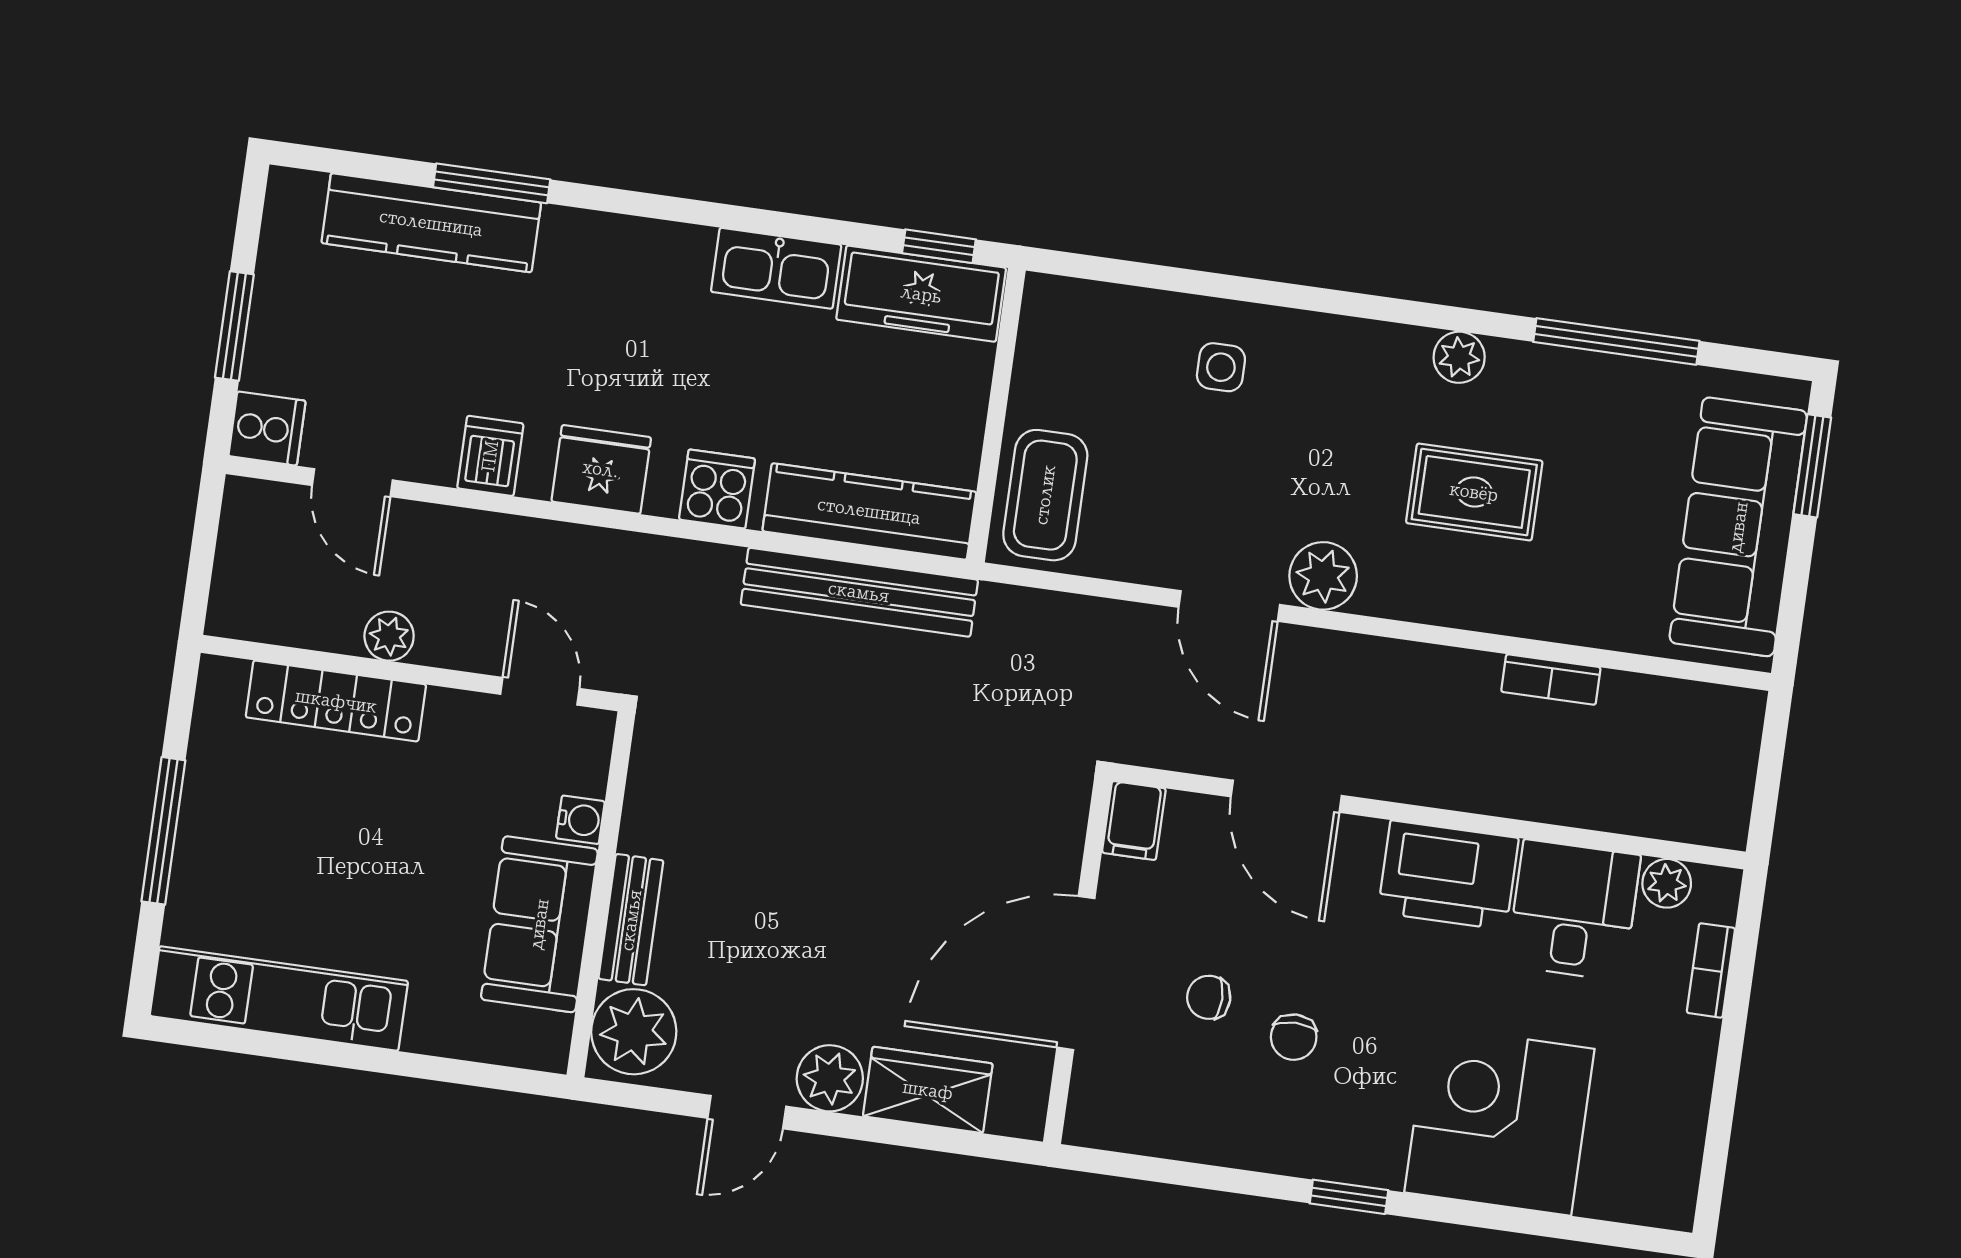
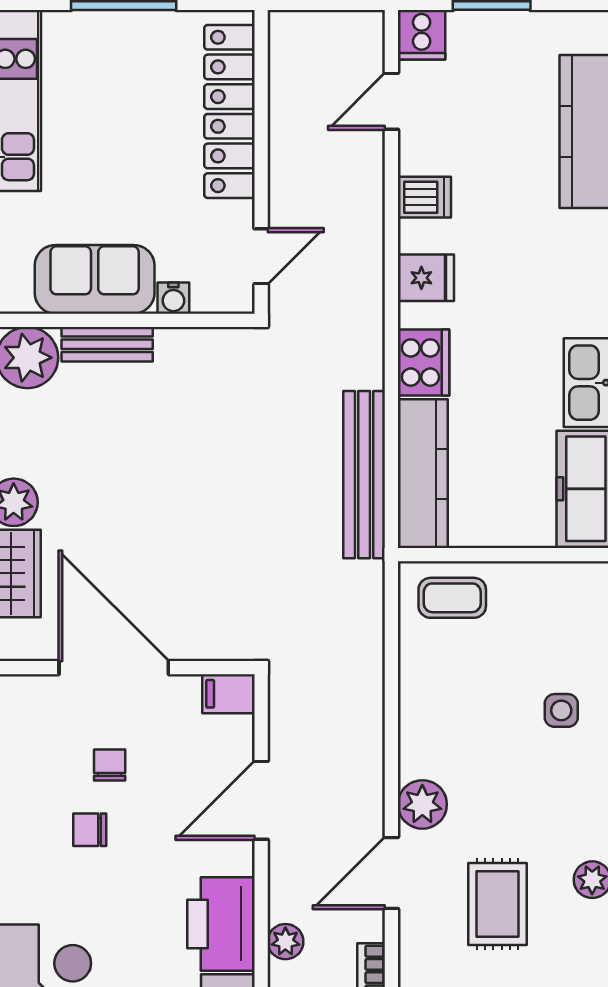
fridge: (601, 469) -> (426, 278), width x0.72
cooker: (717, 489) -> (424, 363), width x1.36
coffee table: (1045, 495) -> (452, 598), width x0.73, depth x0.77
door: (1229, 606) -> (391, 873), moved
plant: (389, 636) -> (285, 942), moved
locker: (336, 701) -> (229, 111), width x1.41, depth x1.21

